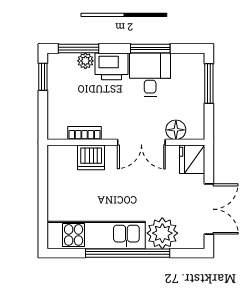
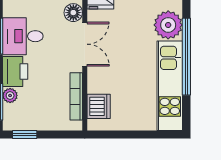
bookcase: (85, 133) -> (76, 96), width x1.56
dishwasher: (91, 157) -> (99, 106), moved

